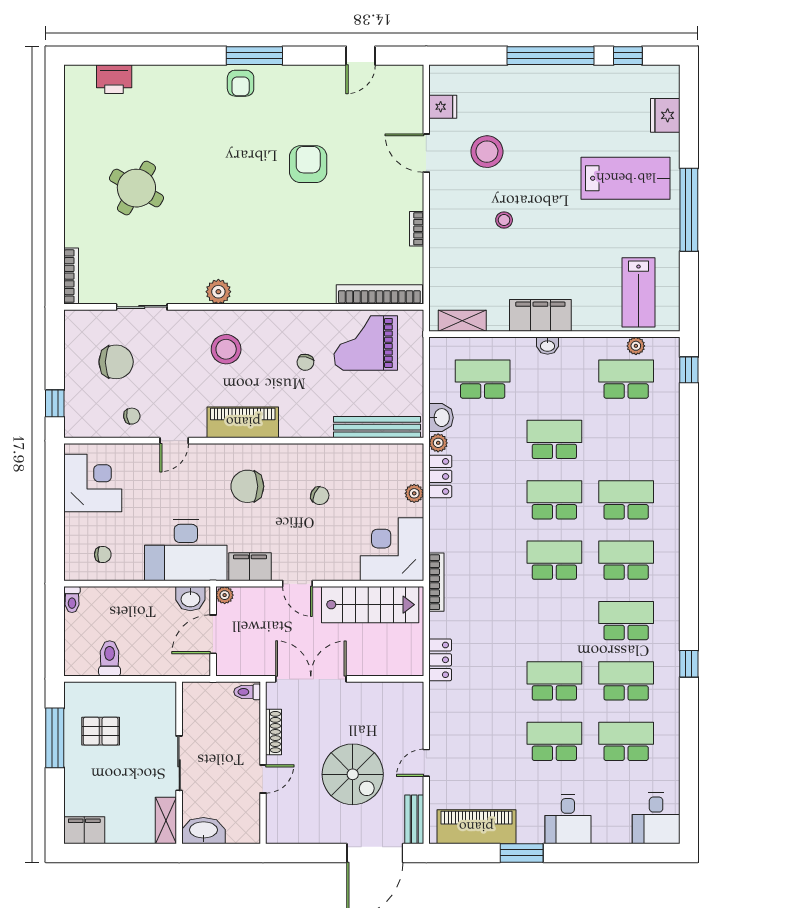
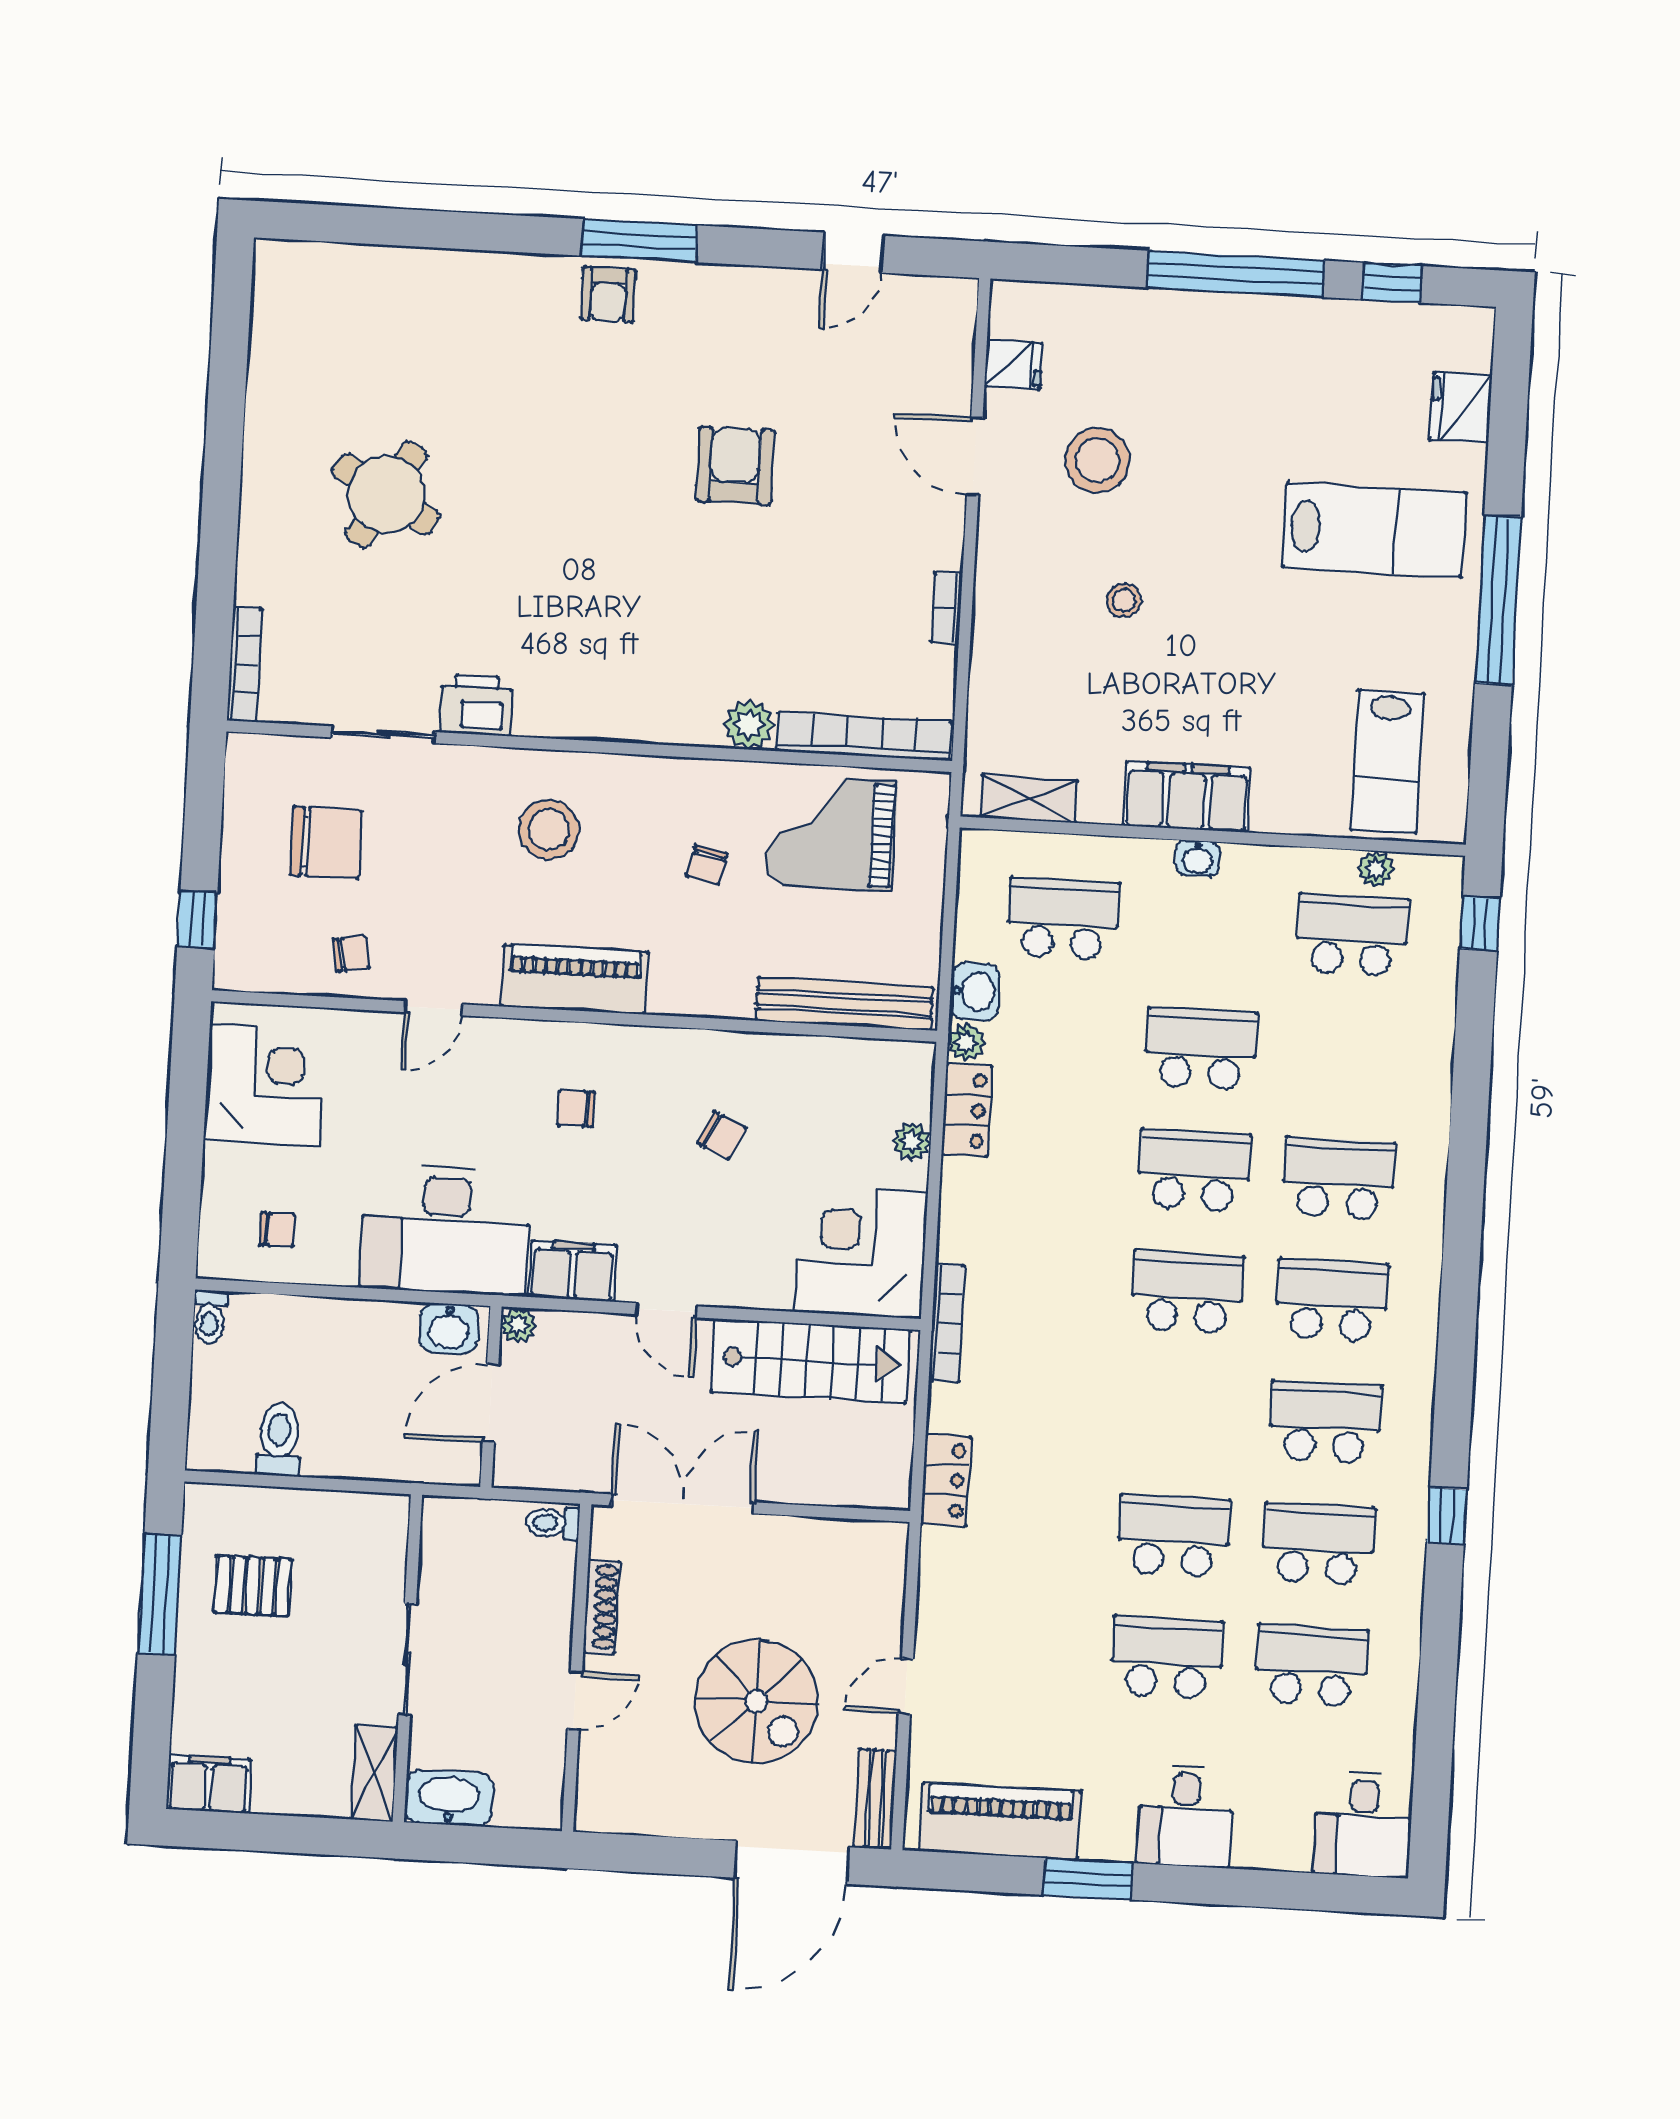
printer: (114, 79) -> (476, 705), moved, turned 180
plant: (218, 292) -> (749, 724), moved
chair: (247, 486) -> (576, 1108), width x0.54, depth x0.54

